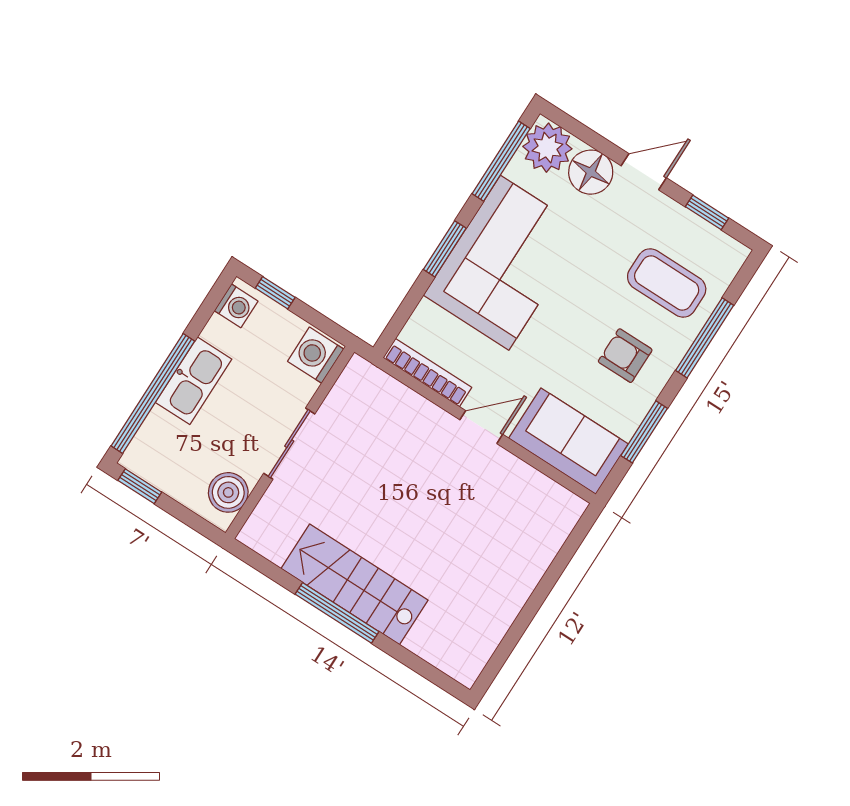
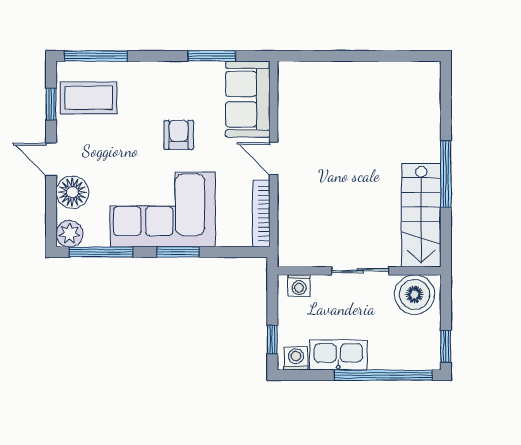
plant: (547, 148) -> (70, 234), width x0.73, depth x0.73
coffee table: (667, 283) -> (89, 98), moved, turned 90
window: (705, 338) -> (96, 56), moved
washing machine: (316, 355) -> (299, 286), width x0.73, depth x0.73
armchair: (625, 356) -> (179, 135), moved, turned 180
kitchen sink: (194, 381) -> (338, 355), moved
boiler: (228, 492) -> (415, 295), width x1.37, depth x1.37
stairs: (354, 584) -> (421, 215), moved

